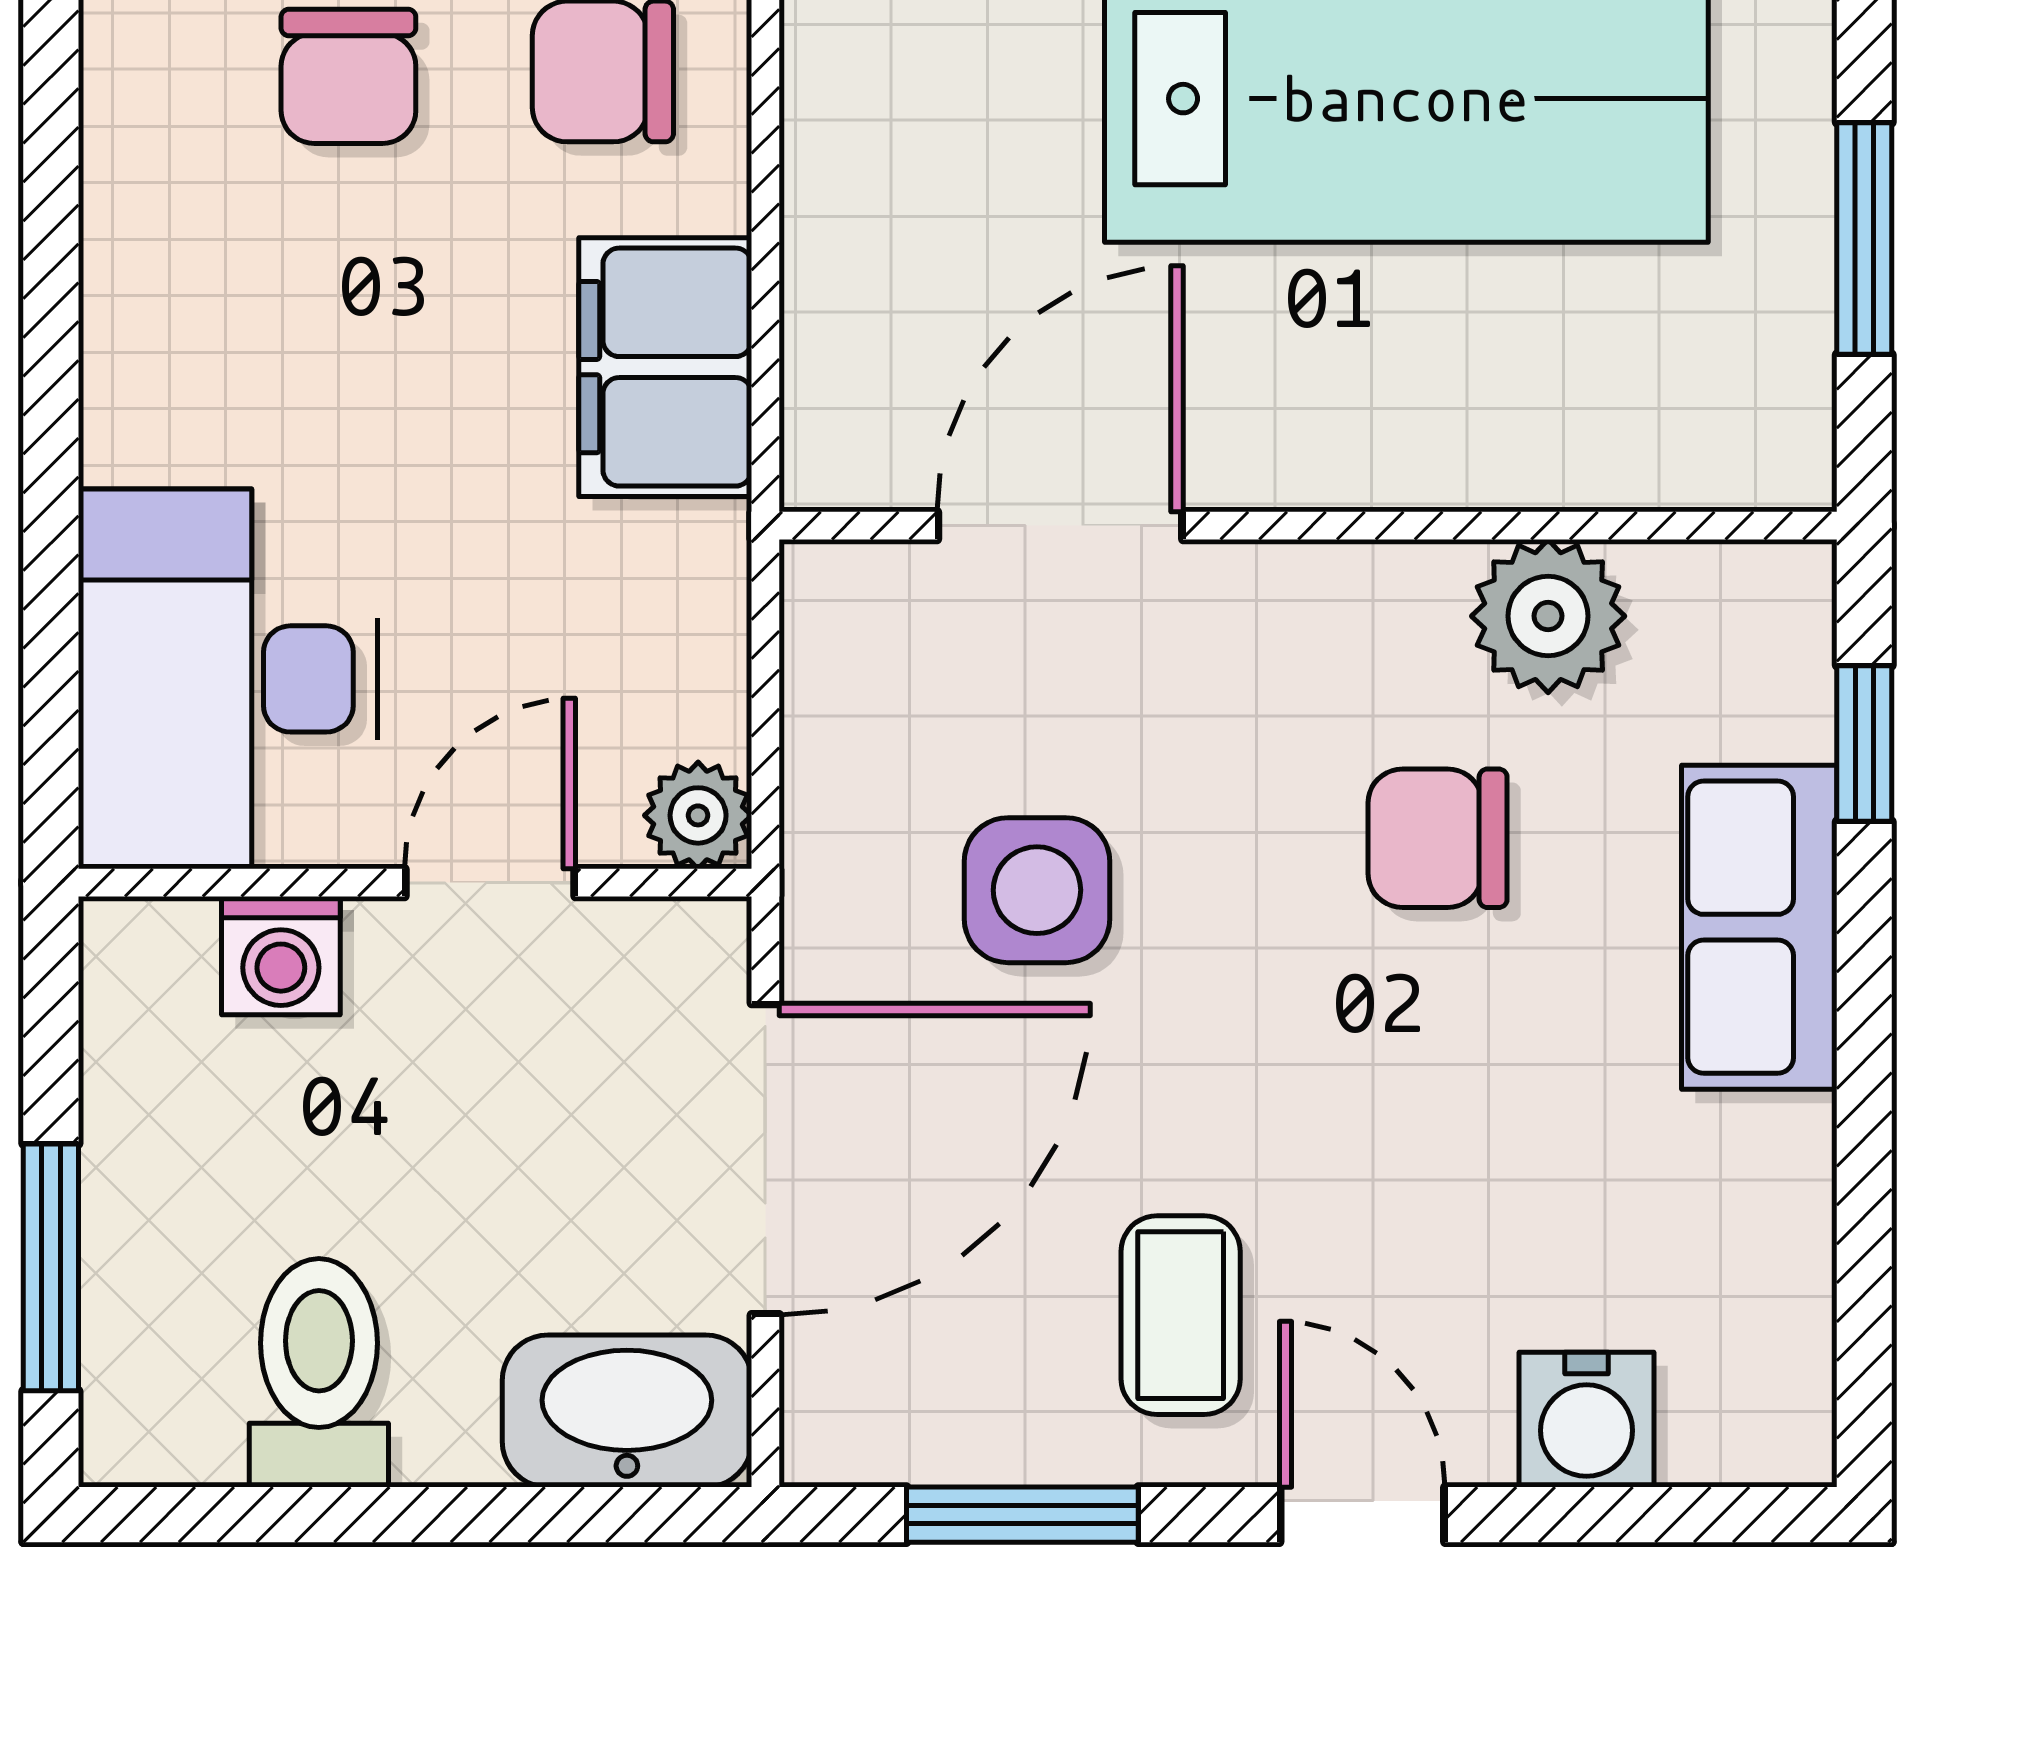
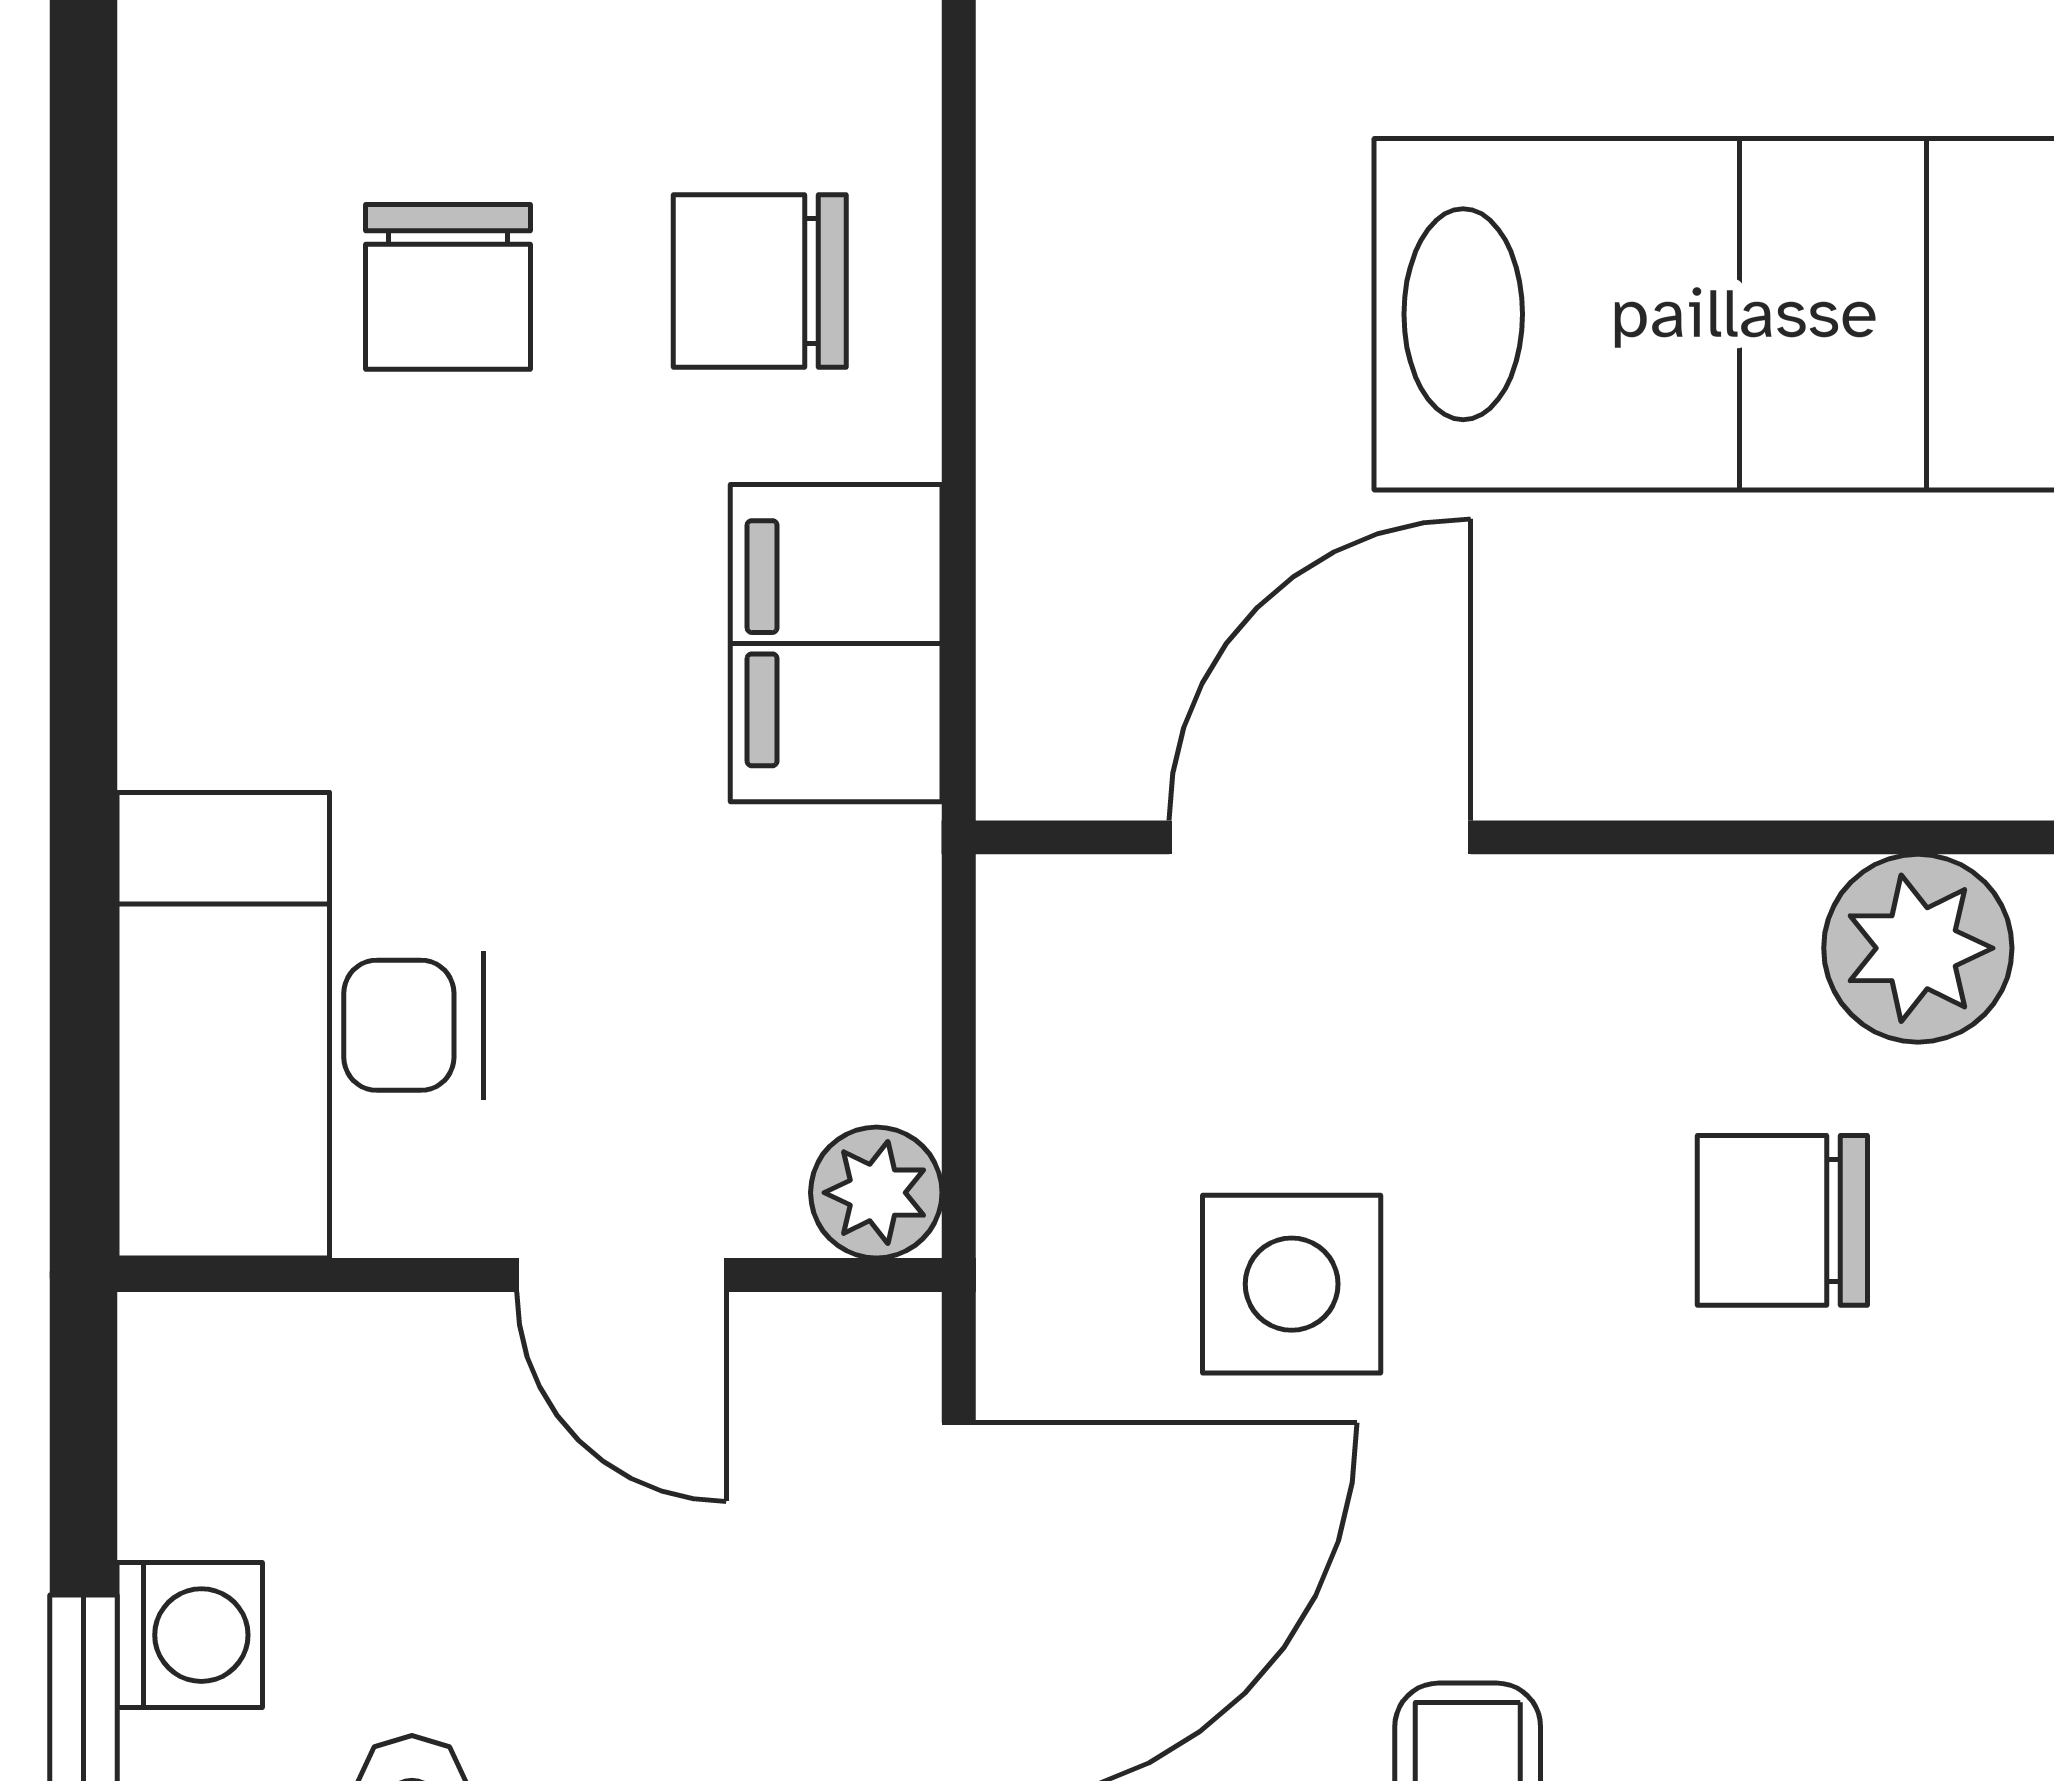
door: (490, 883) -> (621, 1275), swing flipped
washing machine: (281, 956) -> (190, 1635), moved, turned -90

